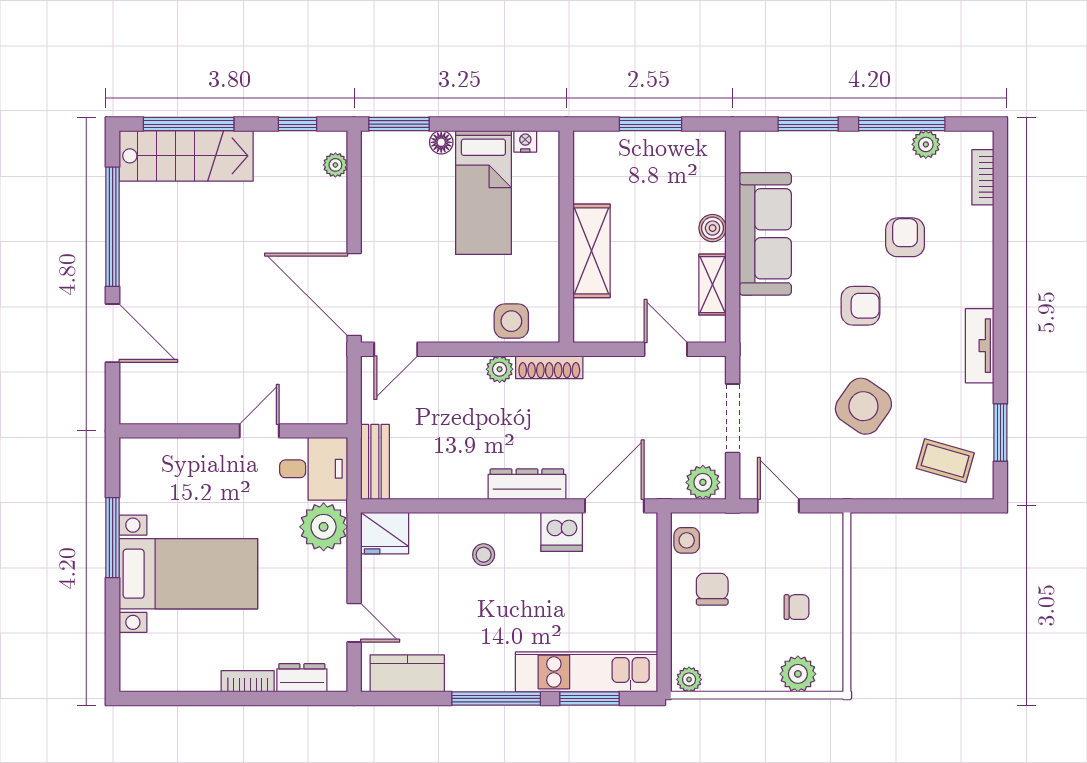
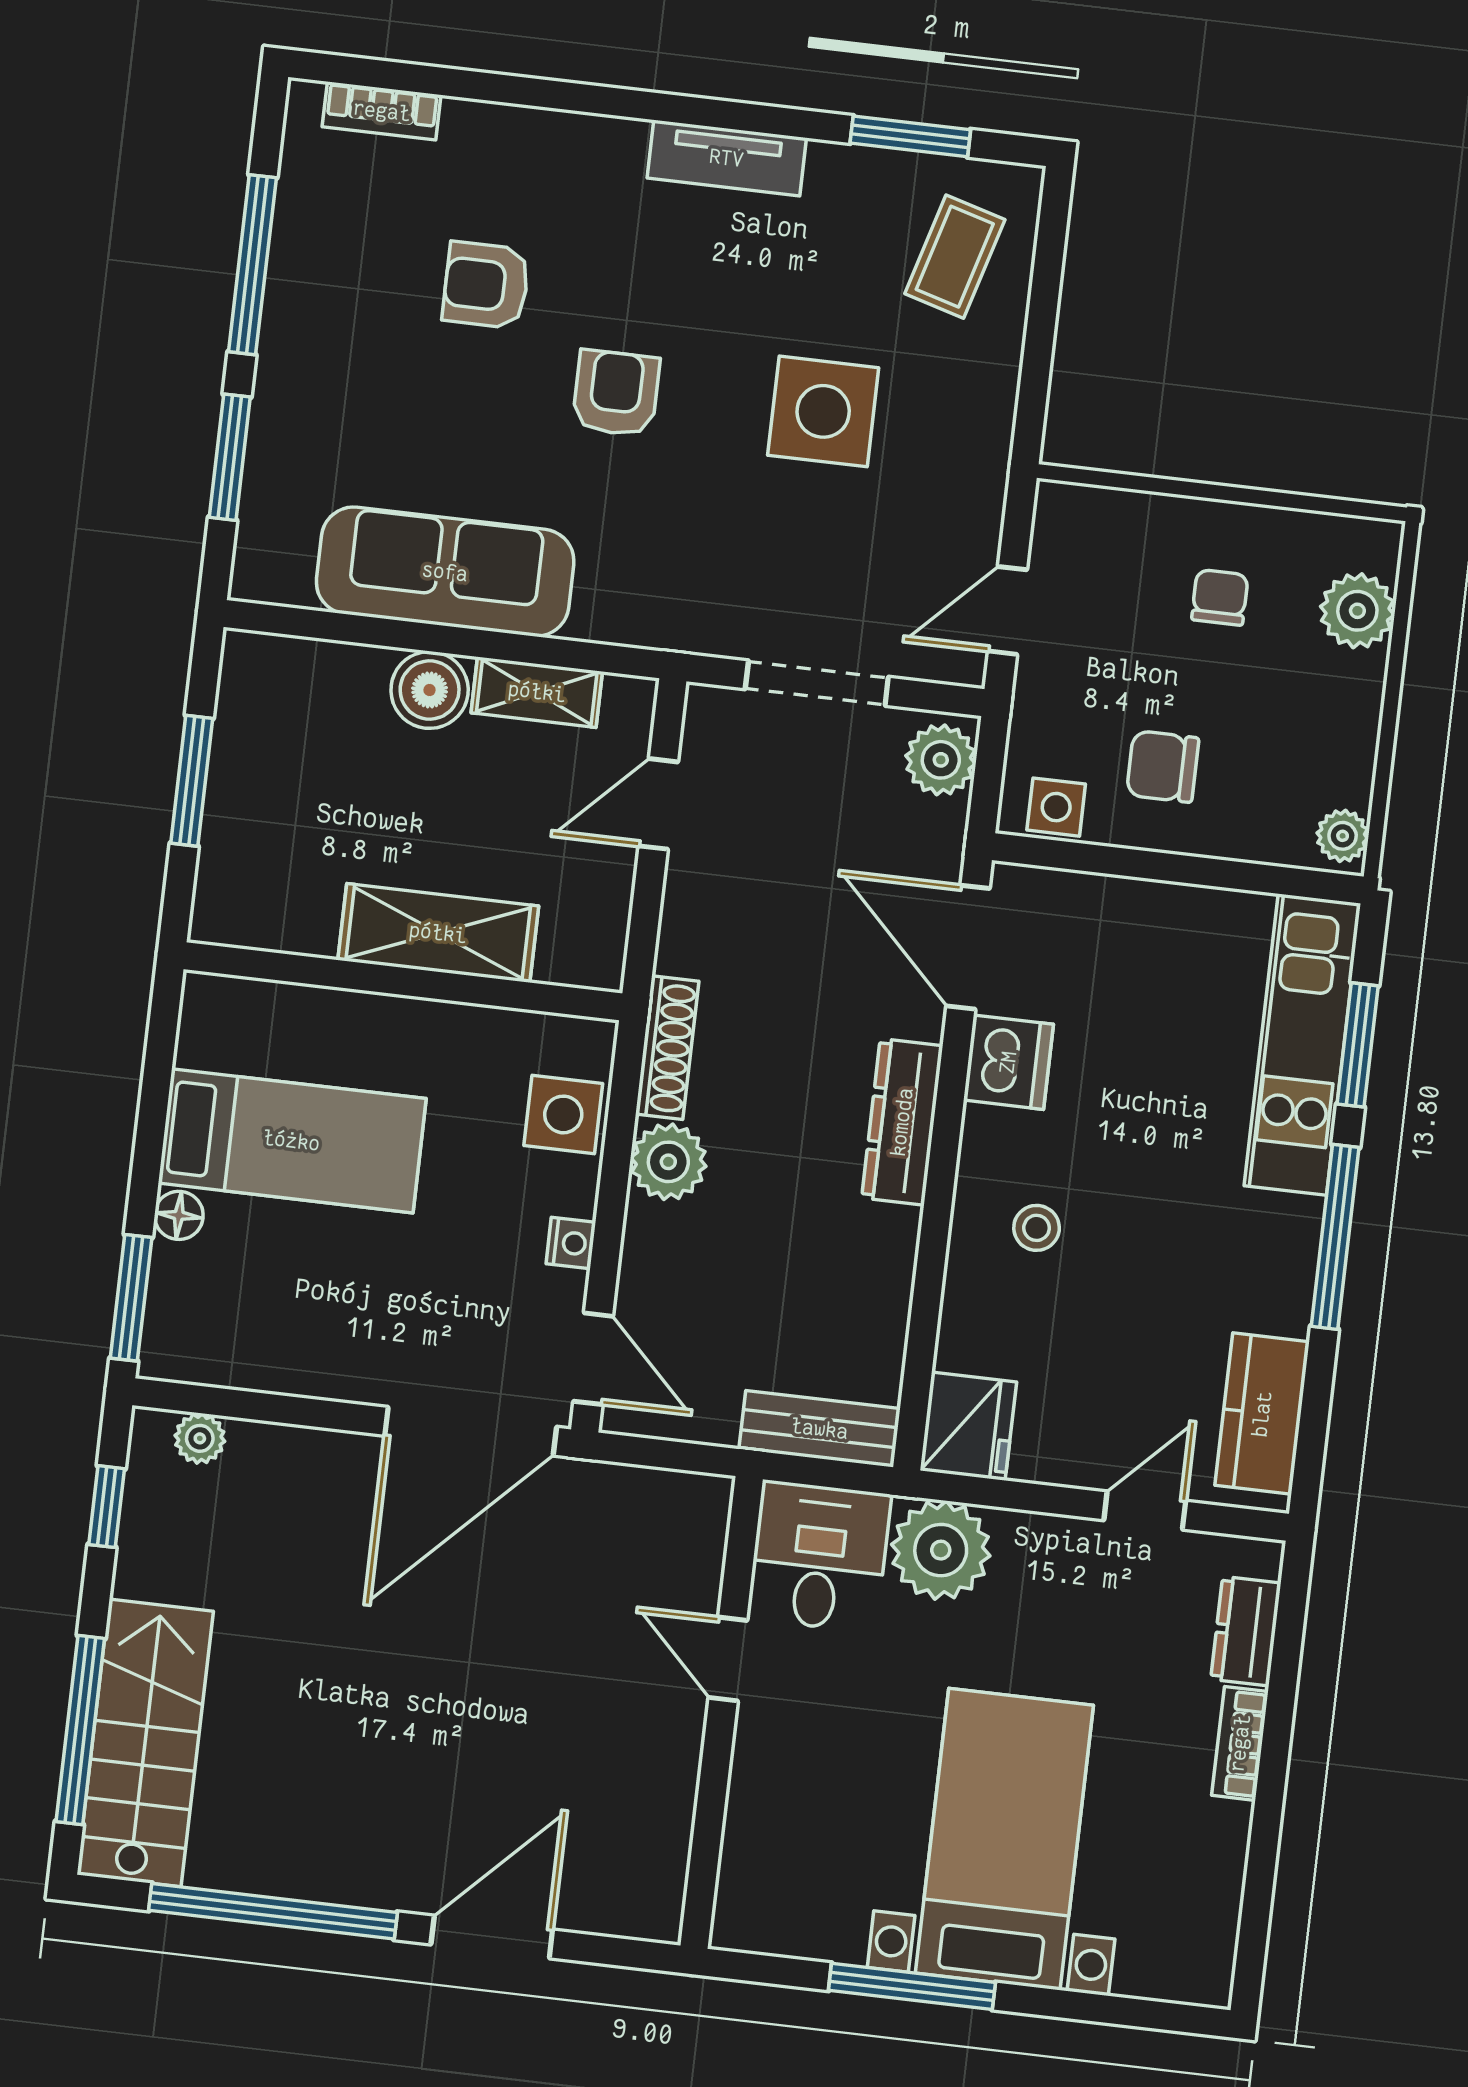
nightstand: (525, 141) -> (571, 1243), moved, turned 180
plant: (926, 144) -> (300, 220), removed
boiler: (713, 228) -> (430, 690), width x1.36, depth x1.36
plant: (500, 369) -> (668, 1162), width x1.38, depth x1.38
side table: (863, 406) -> (823, 411), turned -35

